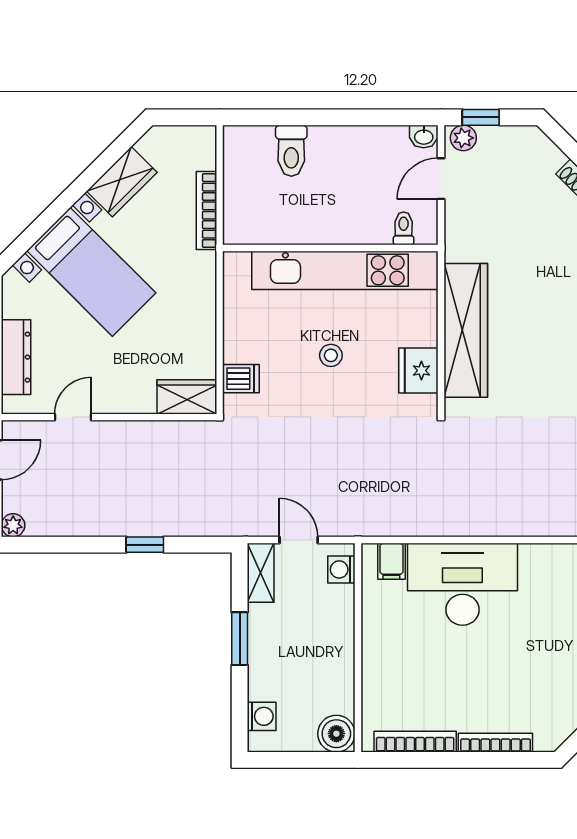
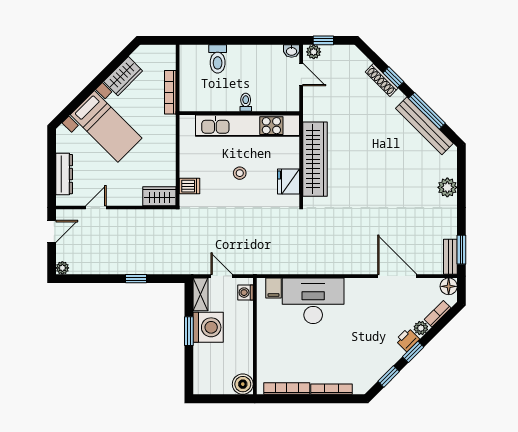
door: (441, 179) -> (301, 75), swing flipped
toilet: (404, 228) -> (246, 102), moved
washing machine: (262, 716) -> (208, 327), moved, width x1.89, depth x1.89

